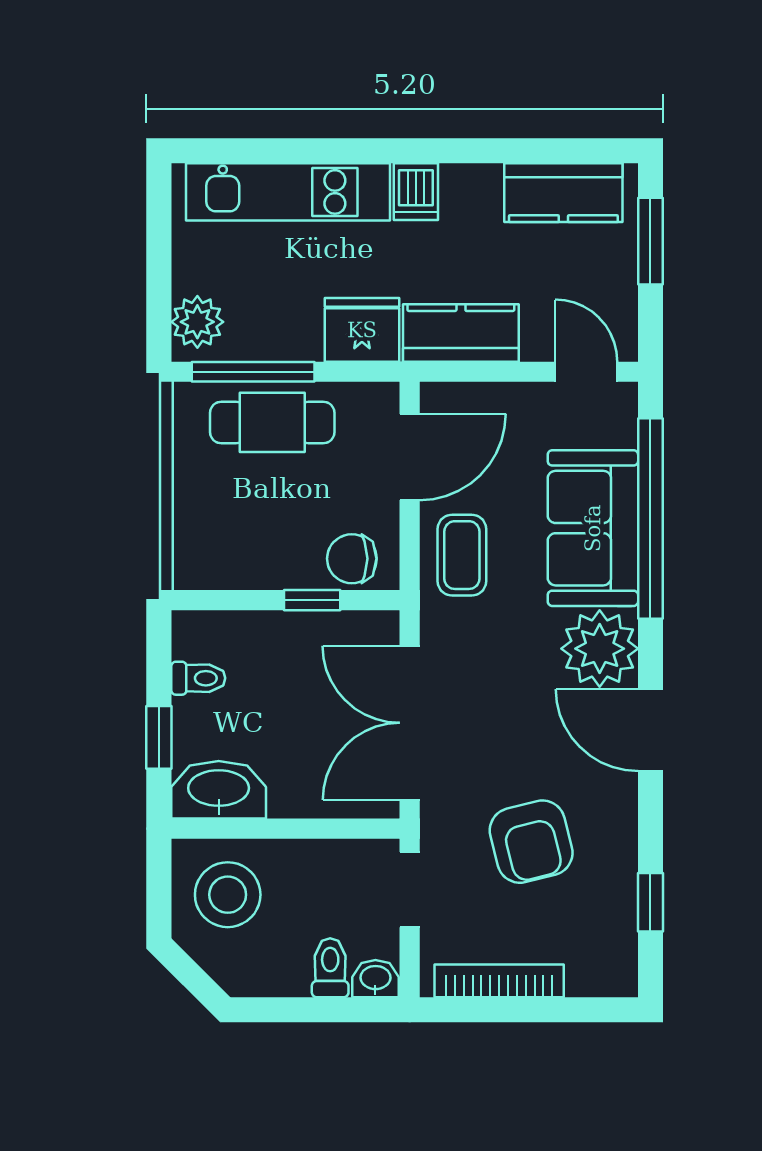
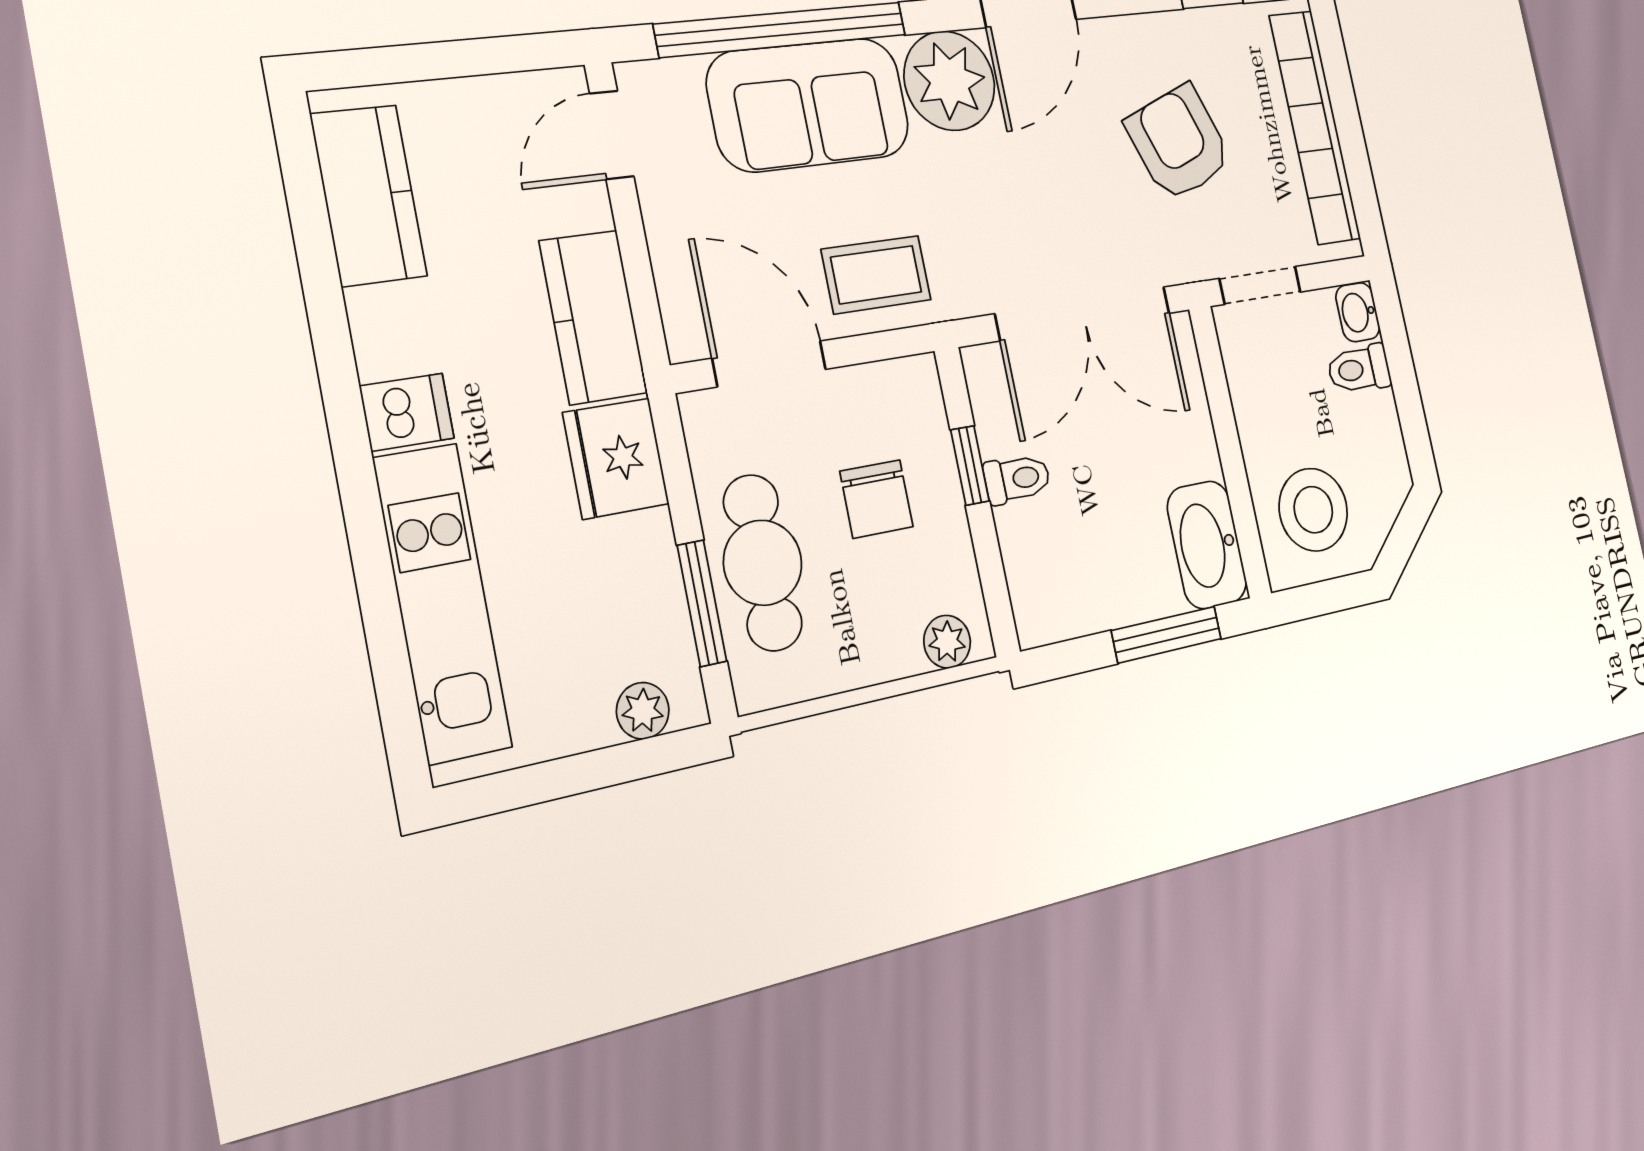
window: (650, 241) -> (415, 63), removed
plant: (197, 322) -> (643, 711), width x0.73, depth x0.73
window: (253, 372) -> (702, 603), width x0.69
plant: (190, 553) -> (947, 642), added
chair: (352, 559) -> (877, 499), moved
toilet: (198, 678) -> (1017, 479), moved, turned 90
window: (159, 737) -> (1167, 635), width x1.50
armchair: (531, 842) -> (1179, 143), turned -96
bookcase: (499, 981) -> (1315, 127), width x1.48, depth x1.31

